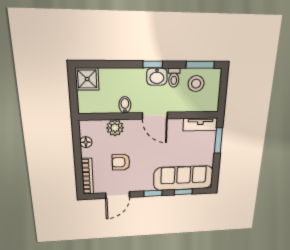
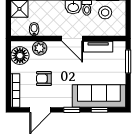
bidet: (125, 105) -> (34, 29), moved
tv unit: (200, 124) -> (98, 47), moved
floor lamp: (86, 142) -> (20, 56), width x1.89, depth x1.89

